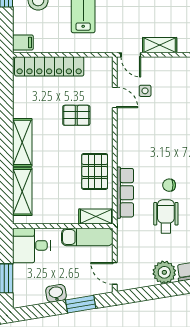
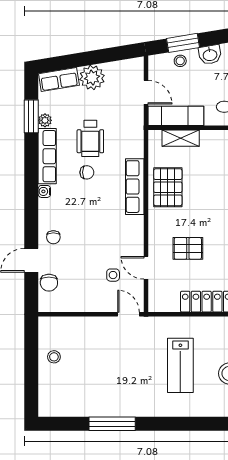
shelving: (160, 45) -> (97, 325), removed
row of seats: (125, 193) -> (135, 187), moved
shelving: (96, 217) -> (181, 138), moved
door: (115, 273) -> (146, 92), moved
stool: (83, 288) -> (180, 61), added

